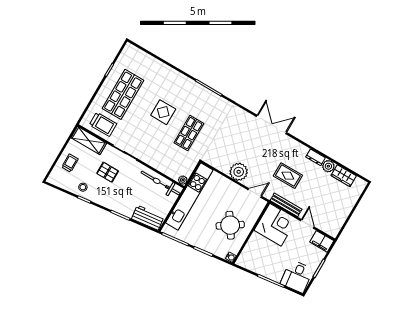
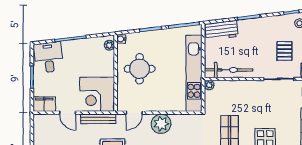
pallet: (108, 172) -> (284, 51), turned 90
round table: (230, 225) -> (140, 69), turned 34
plant: (243, 258) -> (109, 45), added

